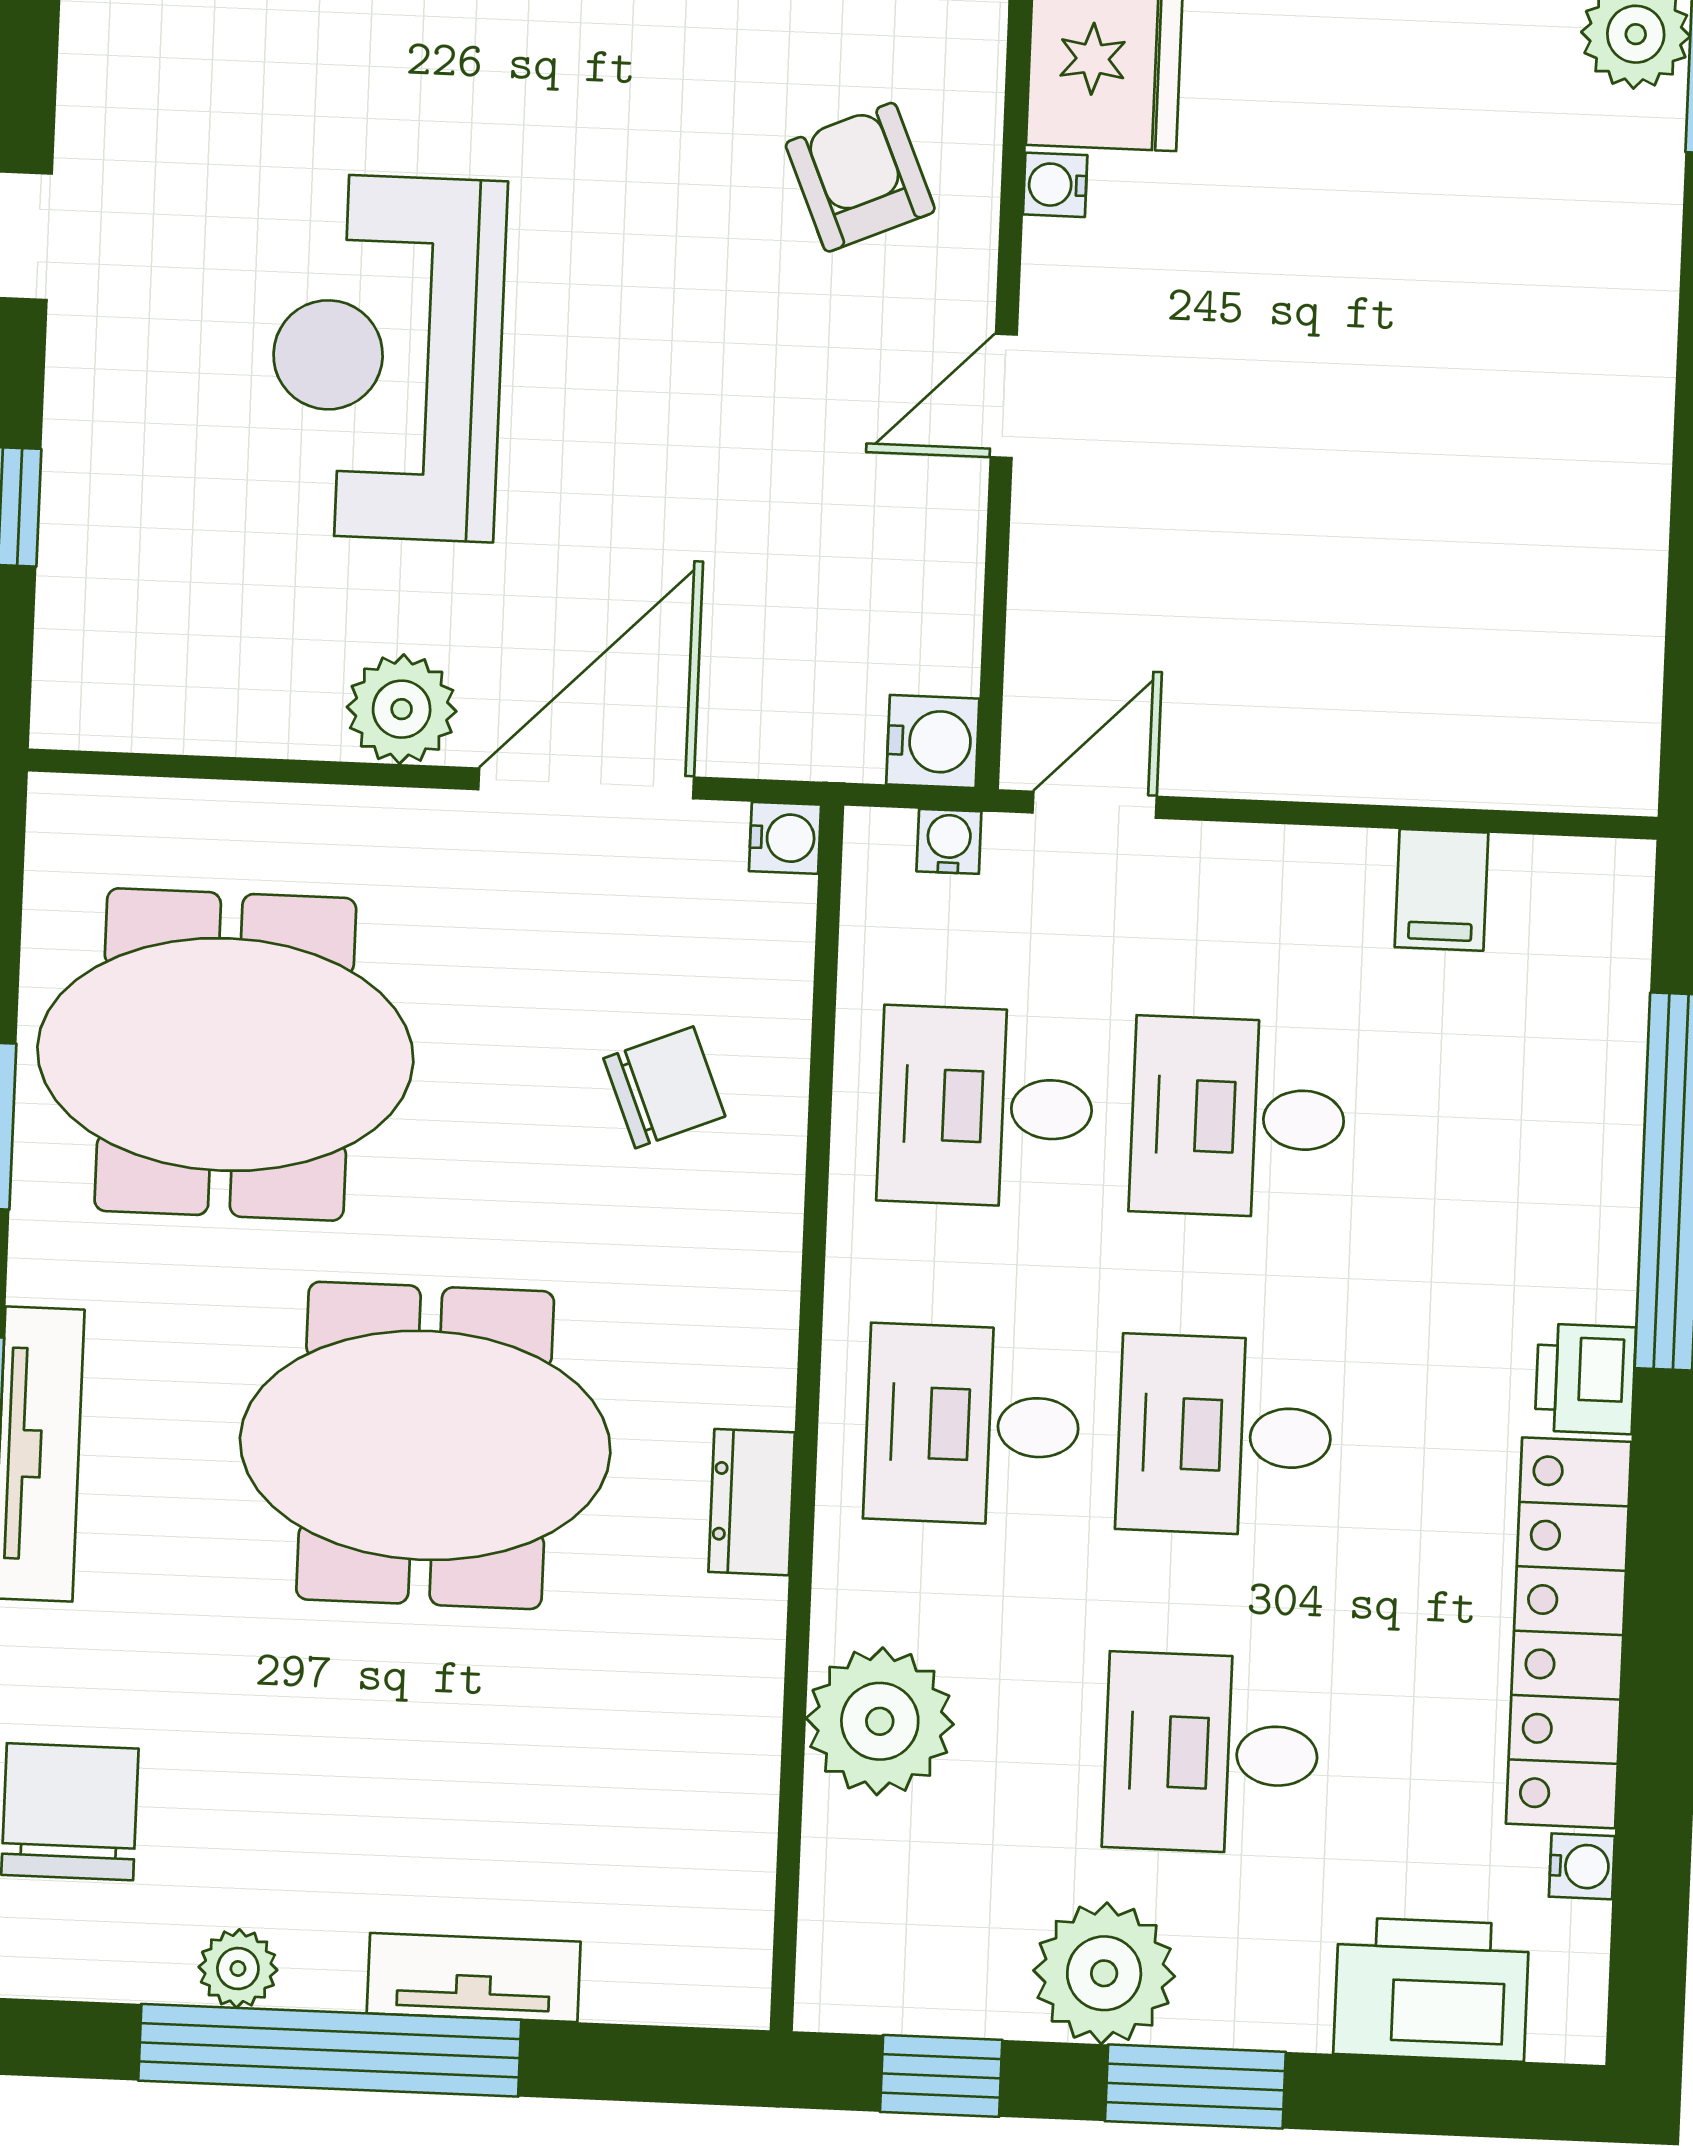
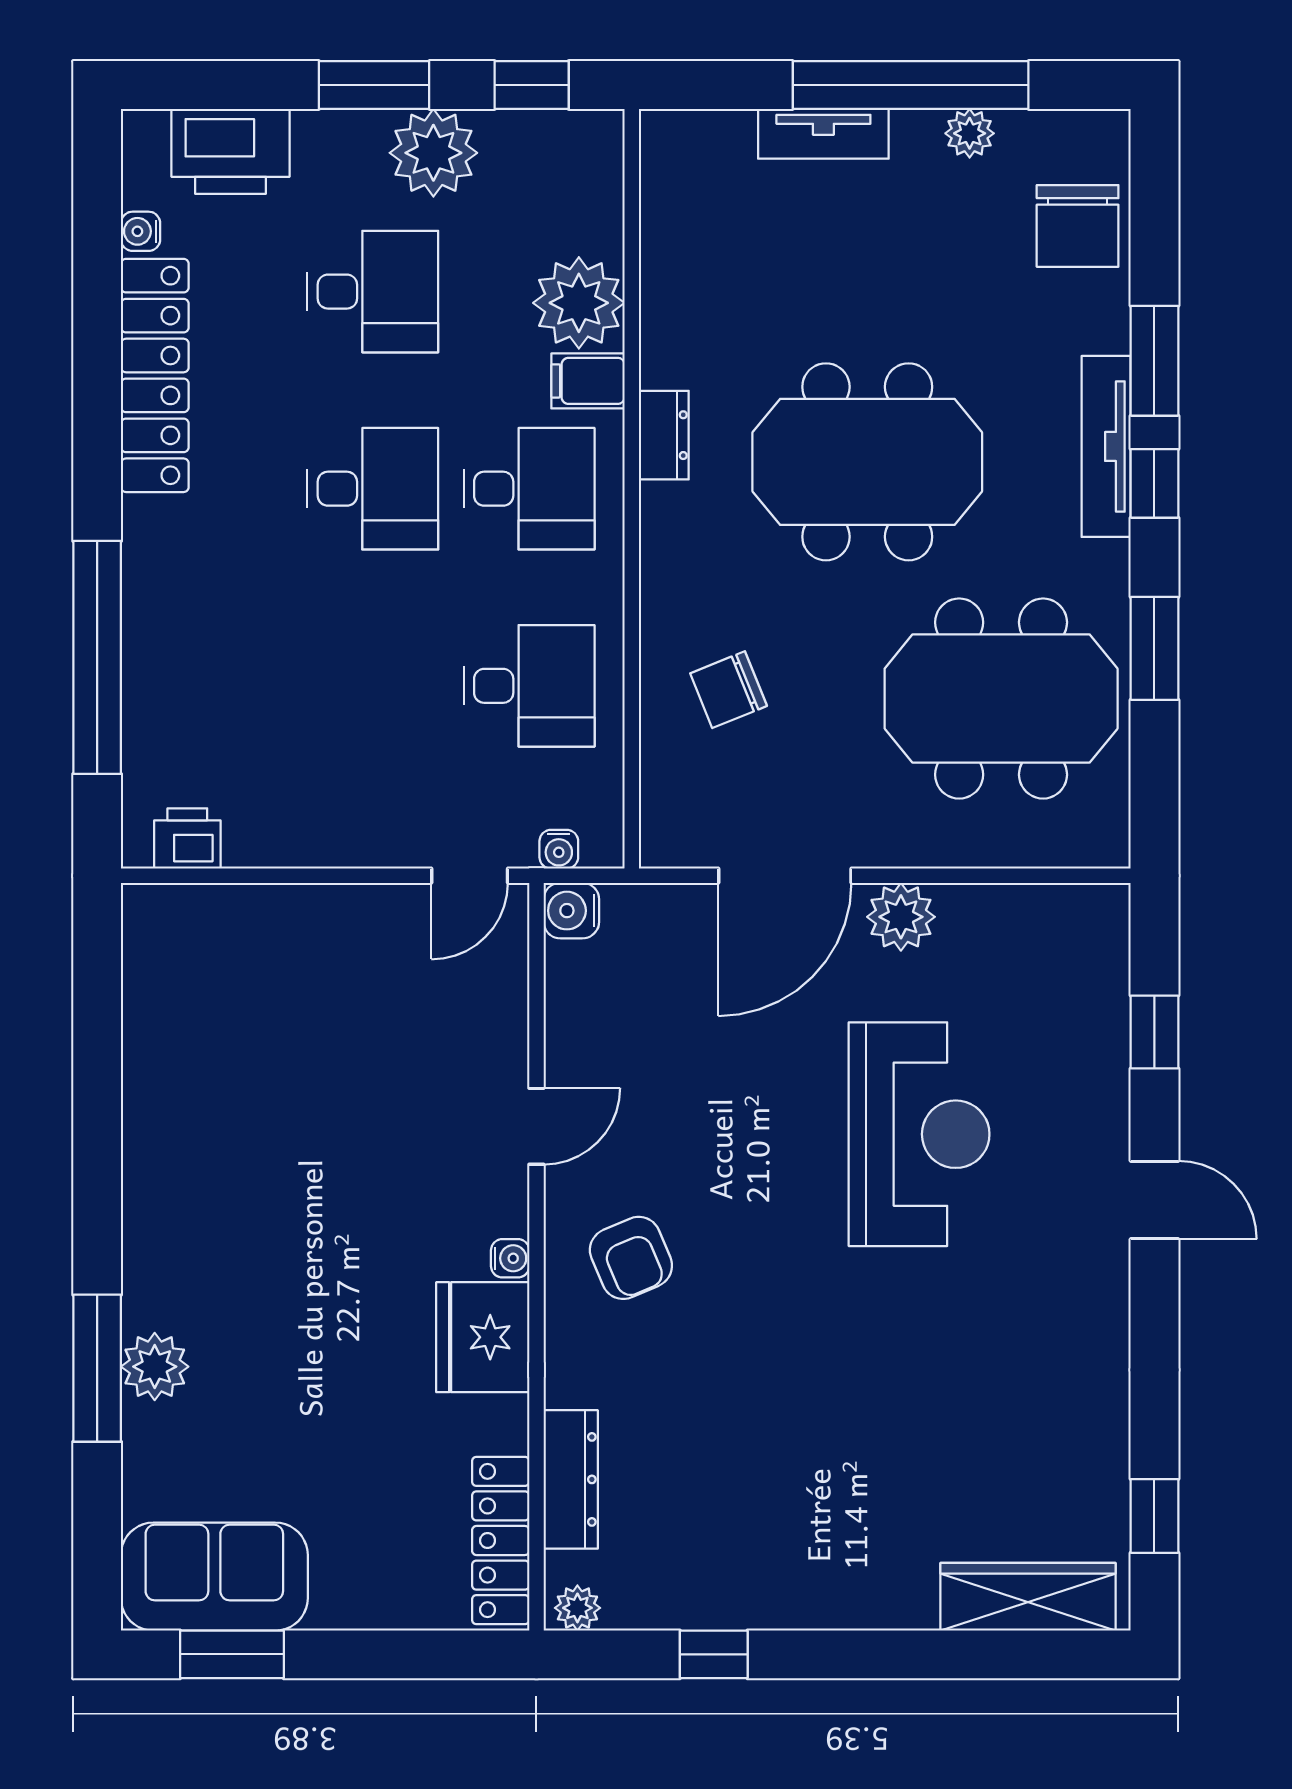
water cooler: (785, 838) -> (660, 847), removed
filing cabinet: (1442, 890) -> (588, 381), moved, turned -90
desk: (1238, 1117) -> (373, 686), removed
printer: (1585, 1379) -> (187, 838), moved, turned -90

